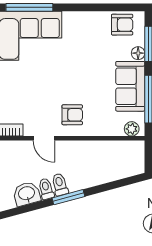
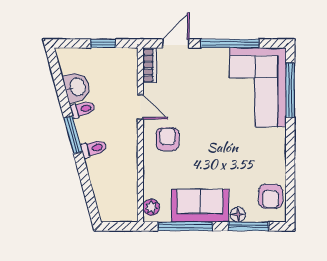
armchair: (72, 115) -> (167, 139), turned 180
door: (44, 138) -> (140, 107), swing flipped
toilet: (60, 185) -> (94, 148), moved

